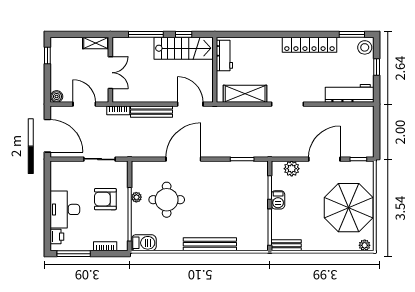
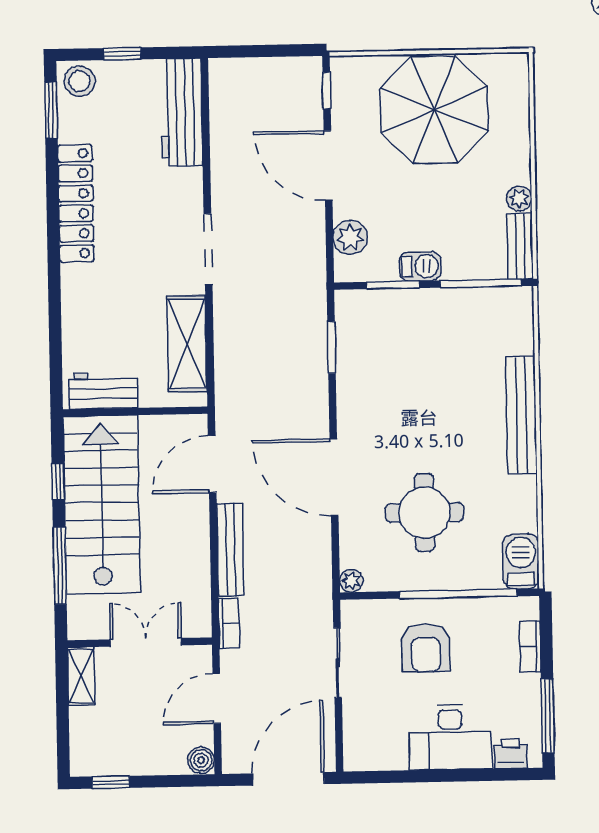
stairs: (184, 48) -> (102, 505), width x1.36, depth x1.51
plant: (136, 197) -> (351, 581), moved
plant: (365, 245) -> (519, 198), moved

